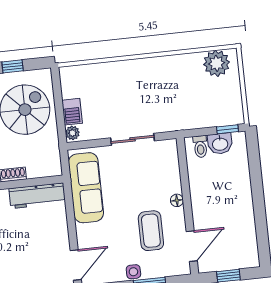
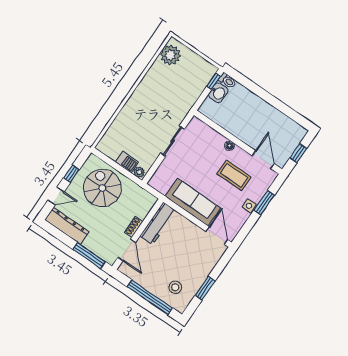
toilet: (200, 147) -> (227, 81), moved
sofa: (86, 188) -> (193, 202), moved

